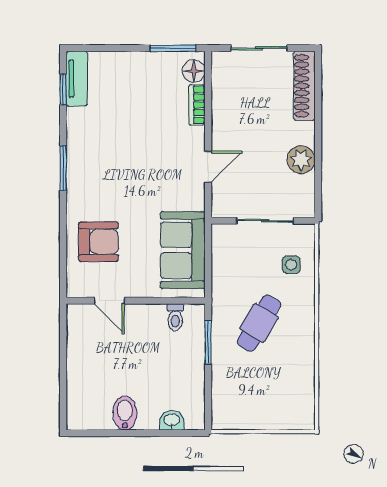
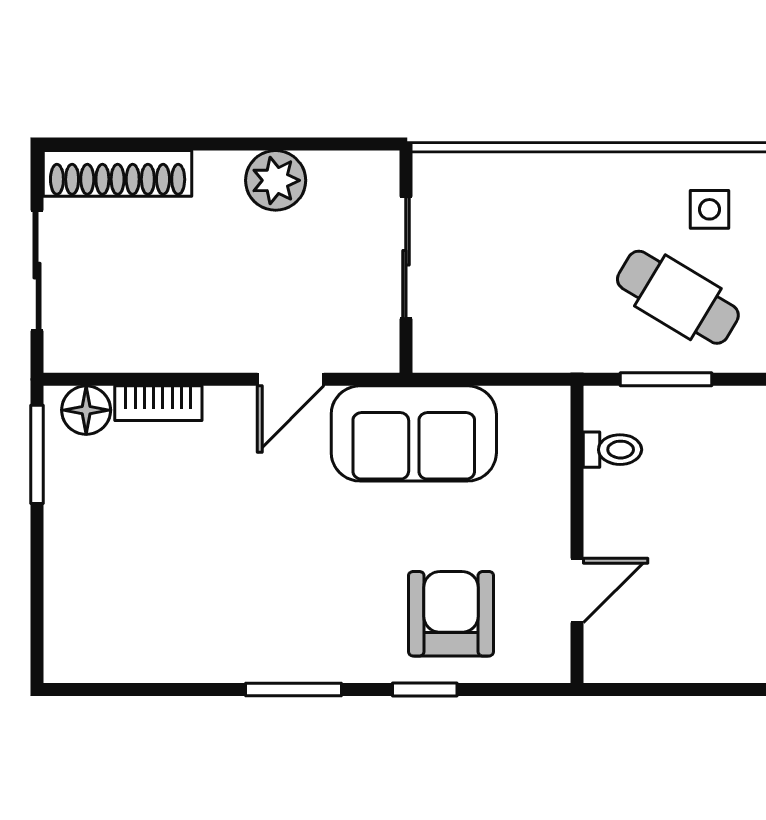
tv unit: (77, 79) -> (102, 661), removed
window: (63, 89) -> (425, 689), moved
door: (208, 167) -> (291, 379), swing flipped
sofa: (183, 250) -> (414, 433), moved
side table: (291, 265) -> (709, 209), moved
cafe table: (259, 323) -> (678, 297), moved

